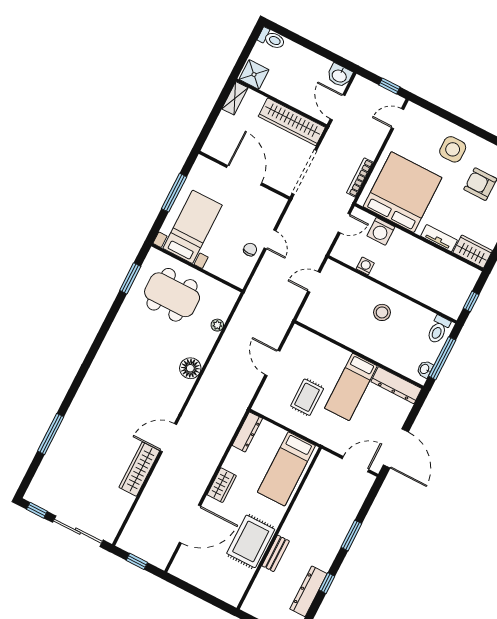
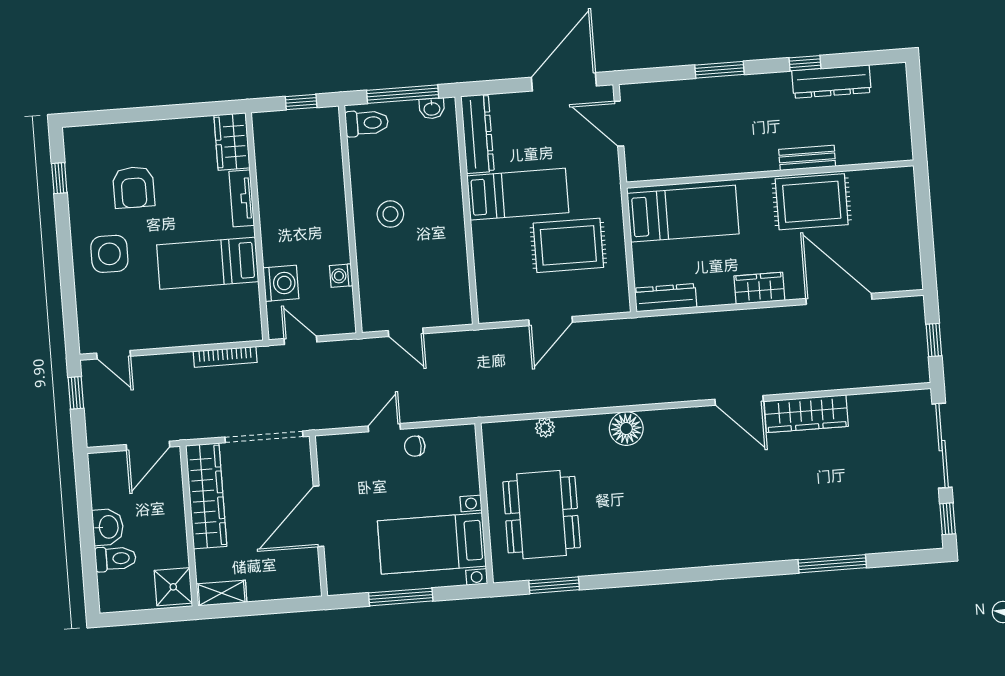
toilet: (272, 39) -> (115, 559), moved, turned 90
washbasin: (339, 76) -> (108, 527), moved
bed: (403, 192) -> (208, 263), width x0.49
rug: (307, 397) -> (568, 245), width x1.36, depth x1.43

